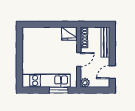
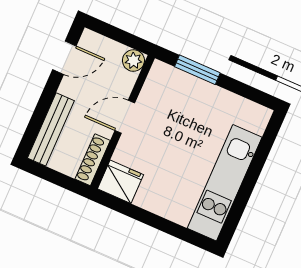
kitchen unit: (46, 81) -> (225, 183), moved, turned 90

